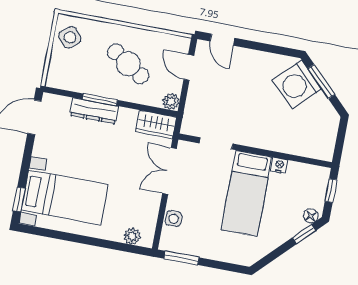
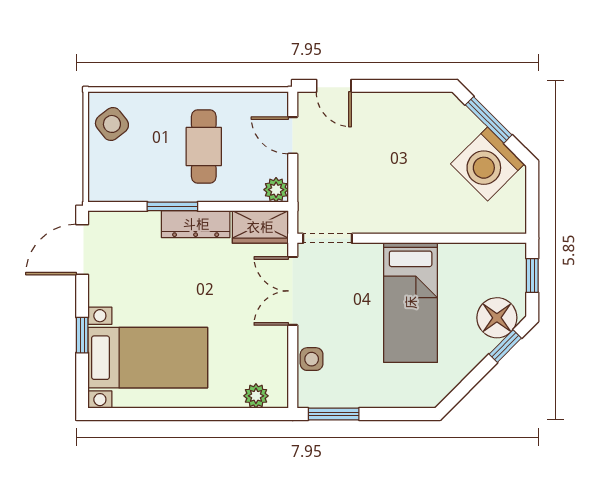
cafe table: (128, 64) -> (204, 146), turned 57
washing machine: (297, 84) -> (488, 164), moved
dresser: (94, 111) -> (196, 224), moved
doorway: (216, 143) -> (328, 238), moved
nightstand: (279, 165) -> (451, 253), removed
window: (19, 199) -> (82, 335), moved
floor lamp: (311, 216) -> (497, 318), width x1.89, depth x1.89

